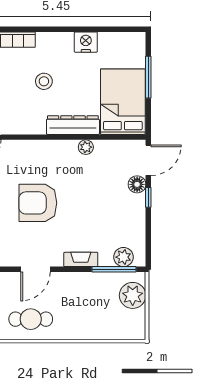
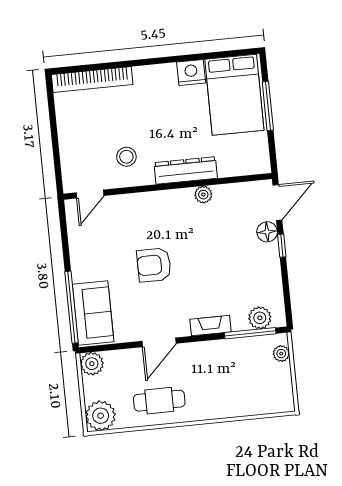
stool: (44, 81) -> (126, 157), moved
bed: (123, 102) -> (234, 95), moved, turned 180
armchair: (38, 203) -> (154, 265), width x0.73, depth x0.73
plant: (133, 295) -> (281, 354), width x0.53, depth x0.53

